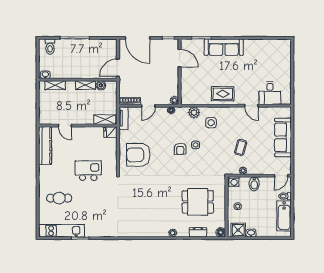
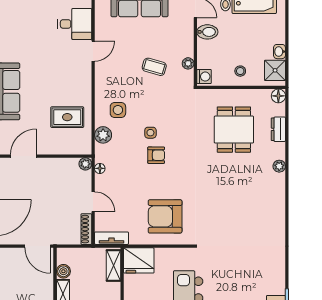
rug: (223, 94) -> (67, 117), moved, turned 90
fridge: (110, 132) -> (139, 260), width x1.88, depth x1.34
armchair: (138, 155) -> (165, 216), turned 90
bidet: (254, 184) -> (207, 32), moved

